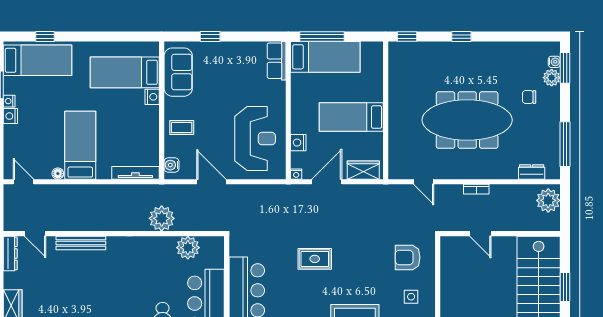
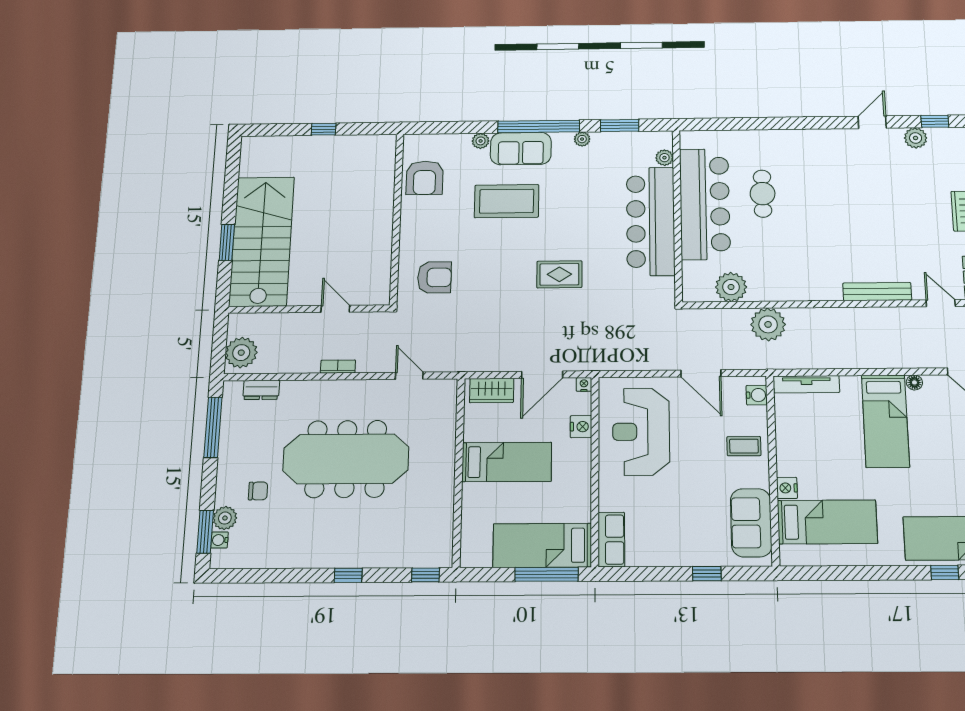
side table: (411, 297) -> (431, 228), removed

